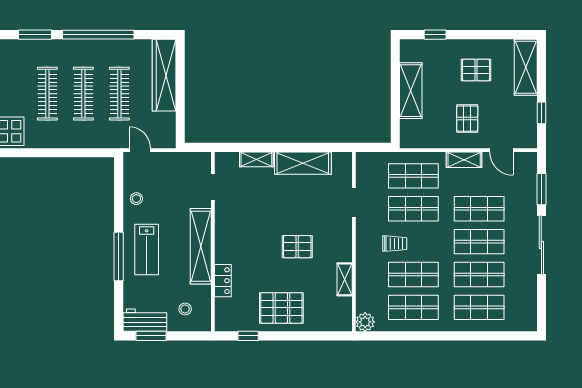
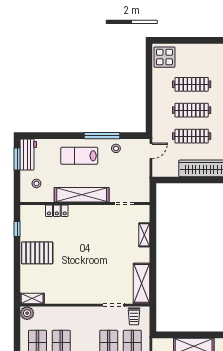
shelving: (303, 163) -> (142, 283), moved
trolley: (395, 244) -> (134, 316), moved
pallet: (297, 247) -> (81, 264), removed
window: (119, 257) -> (102, 136), moved
shelving: (345, 279) -> (32, 298), moved
pallet: (281, 308) -> (37, 253), turned 90

